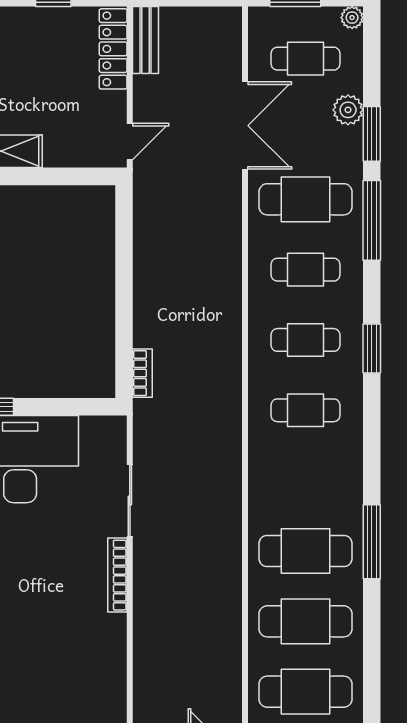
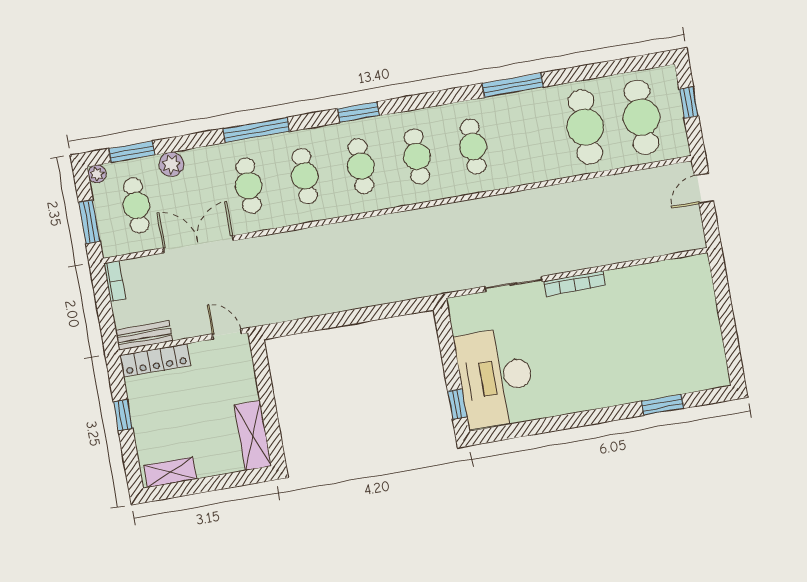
window: (372, 134) -> (132, 152), moved
cafe table: (306, 199) -> (249, 186), width x0.73, depth x0.74
bookcase: (142, 373) -> (115, 281), moved, turned 90
cafe table: (306, 551) -> (473, 147), moved, width x0.73, depth x0.74

